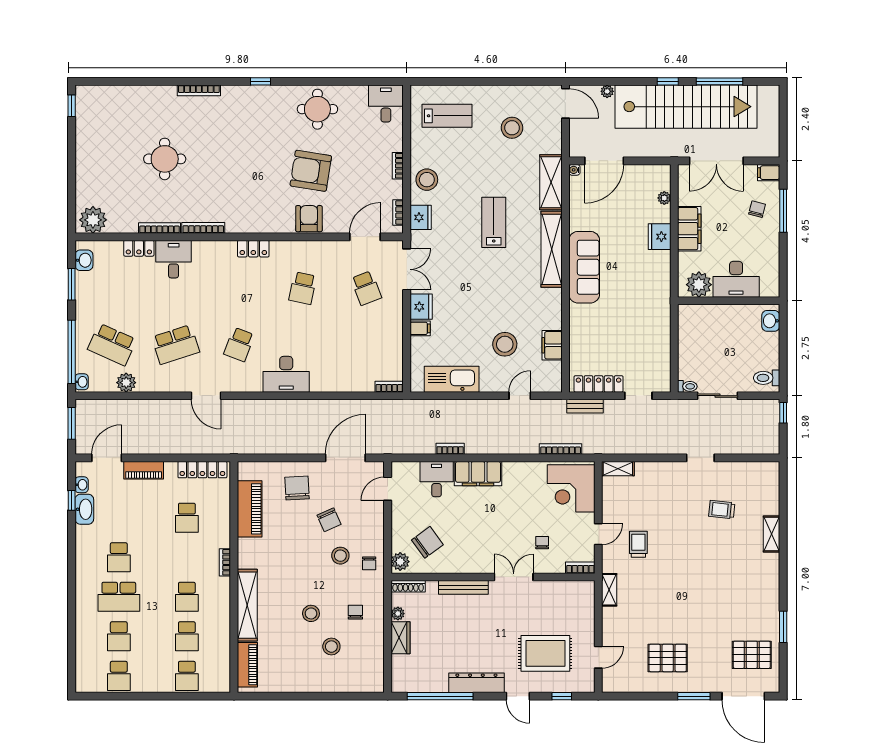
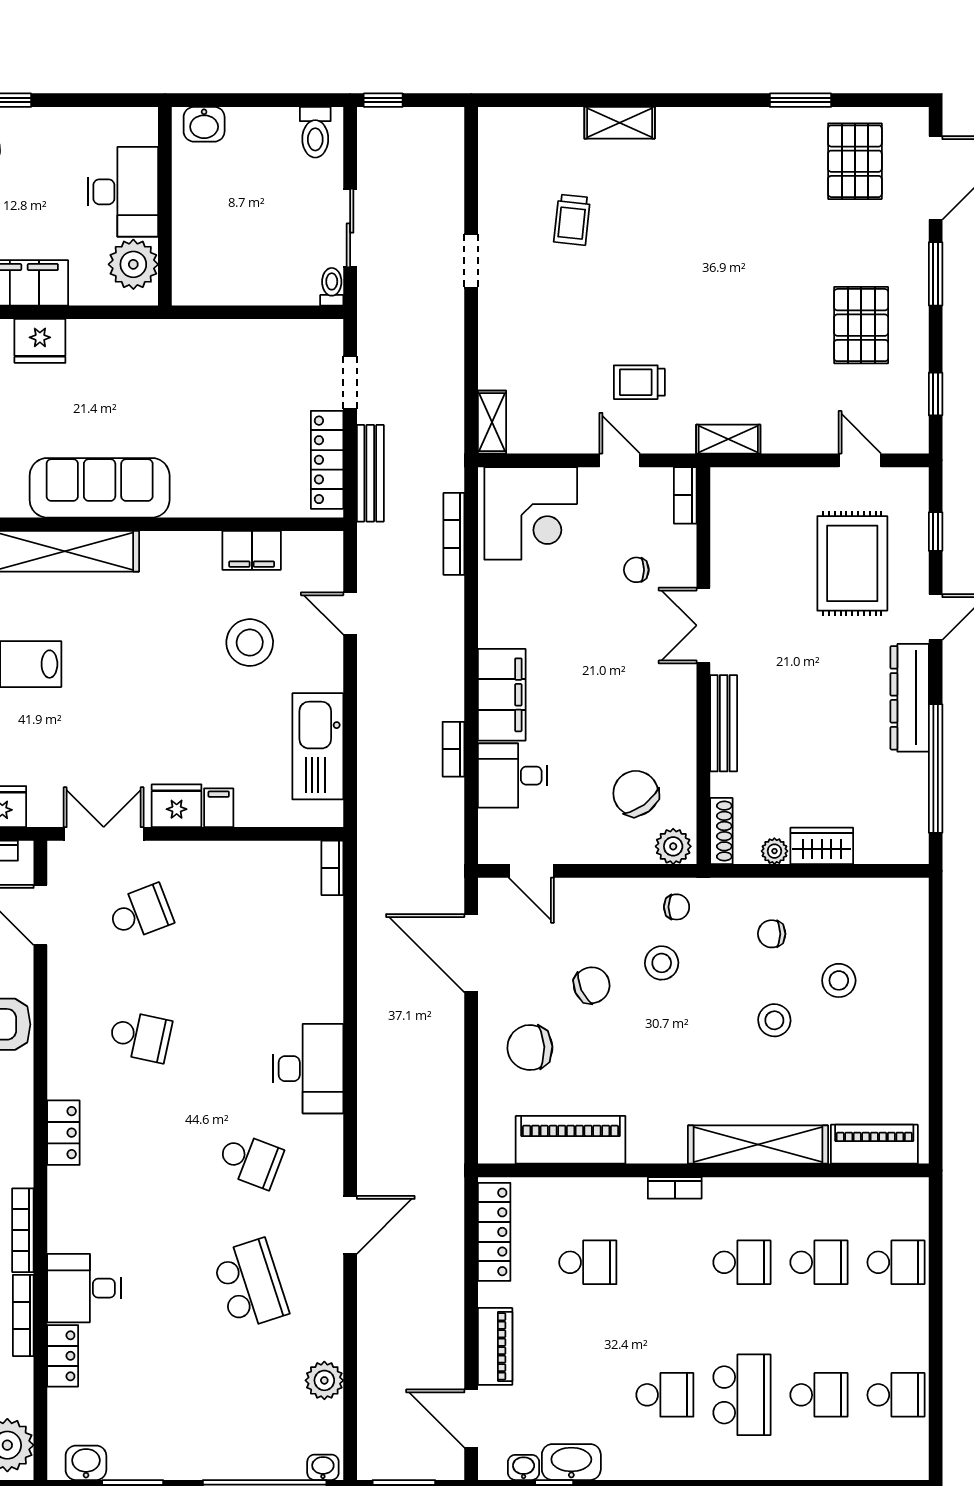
school desk: (112, 345) -> (250, 1408), removed
bench: (585, 406) -> (370, 473), width x1.36
window: (632, 696) -> (936, 394), added

